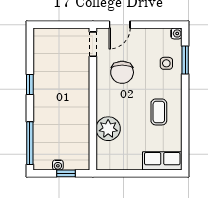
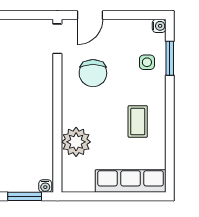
row of seats: (162, 161) -> (131, 181), width x1.48
water cooler: (58, 165) -> (45, 186), moved
window: (66, 173) -> (25, 196), width x1.50

